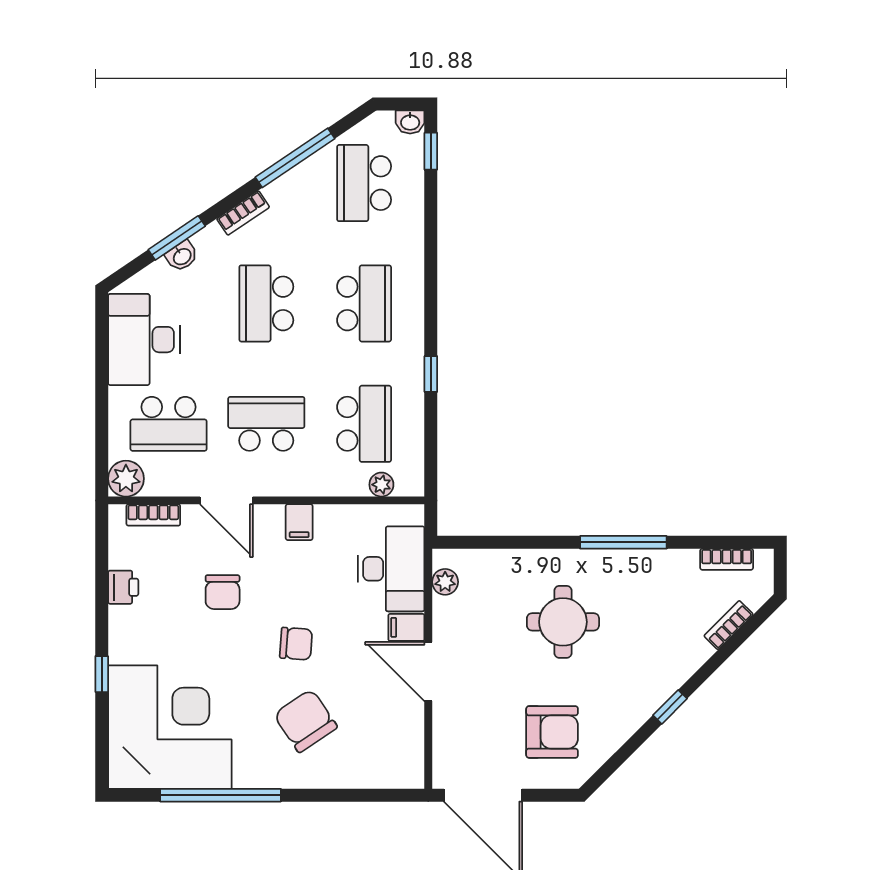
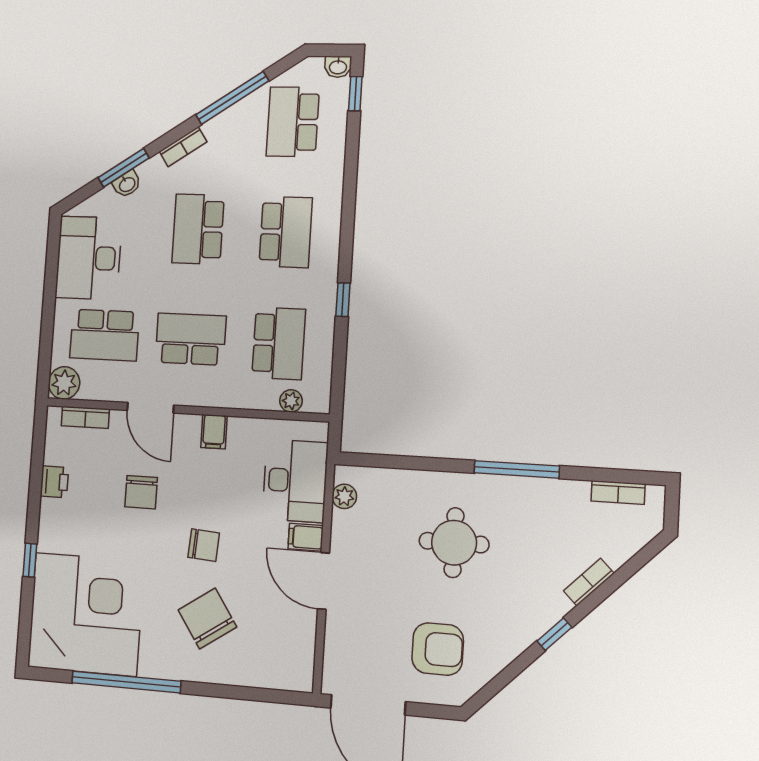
bookcase: (729, 625) -> (589, 582), moved

